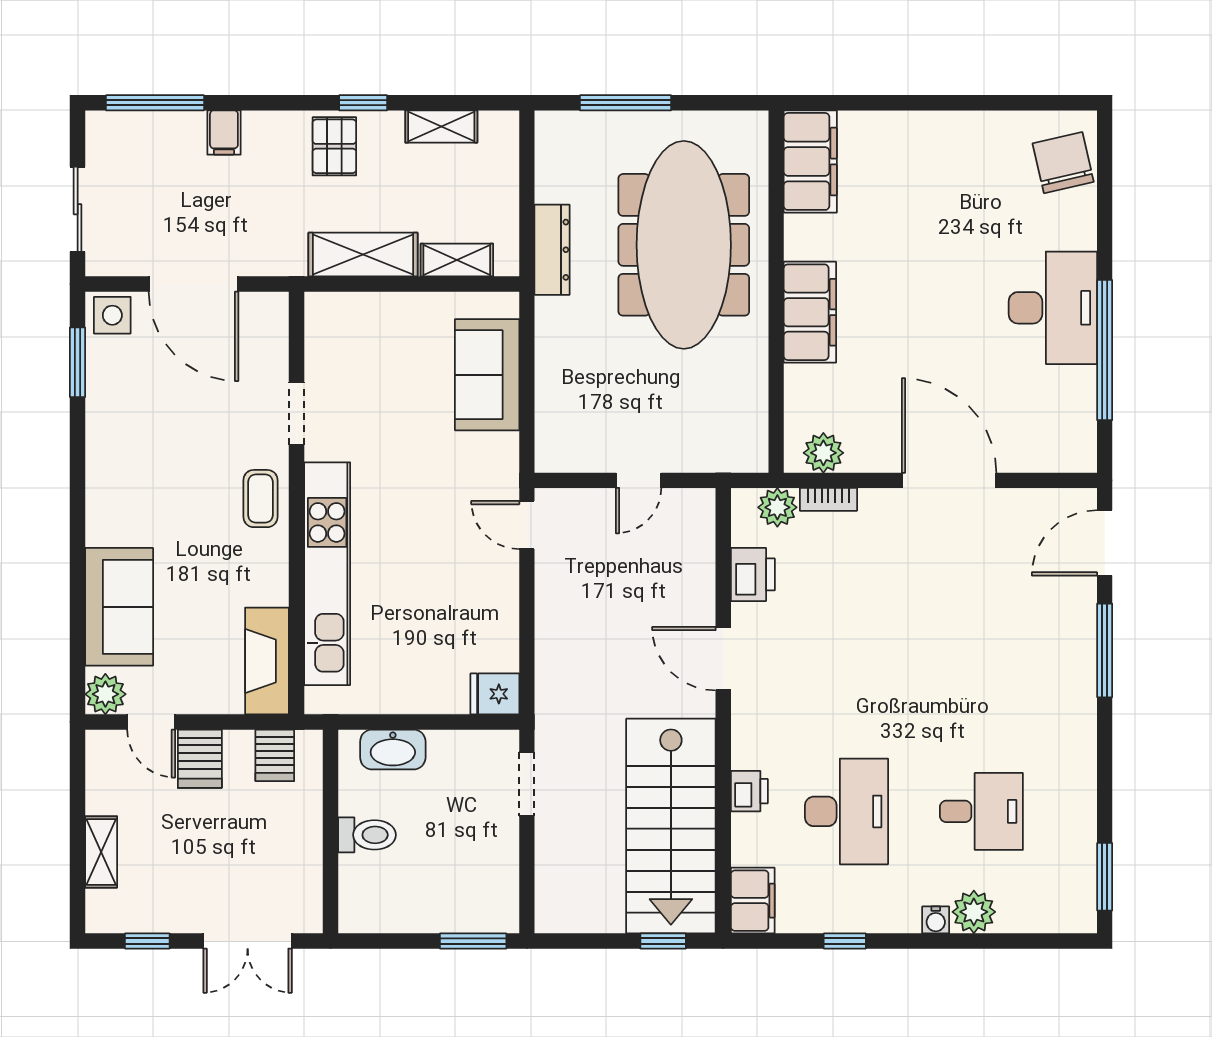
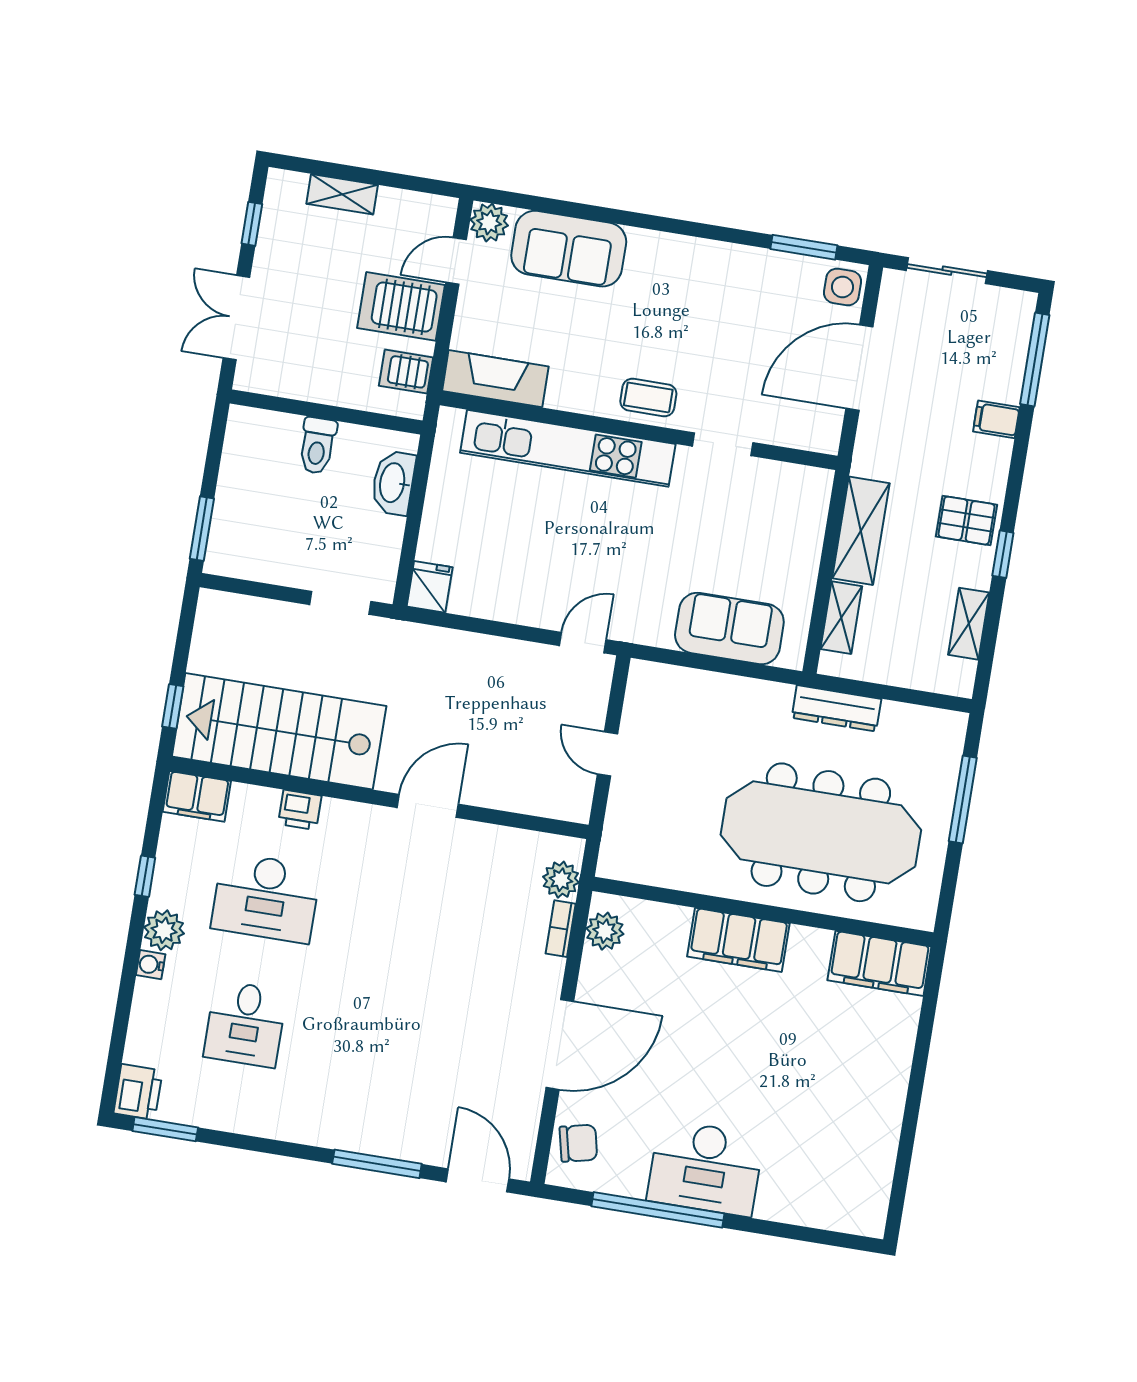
chair: (1063, 163) -> (578, 1143), moved, width x0.73, depth x0.73
printer: (753, 574) -> (138, 1092), moved, turned -90
server rack: (200, 759) -> (401, 306), width x1.36, depth x1.44
plant: (974, 912) -> (164, 930), moved

